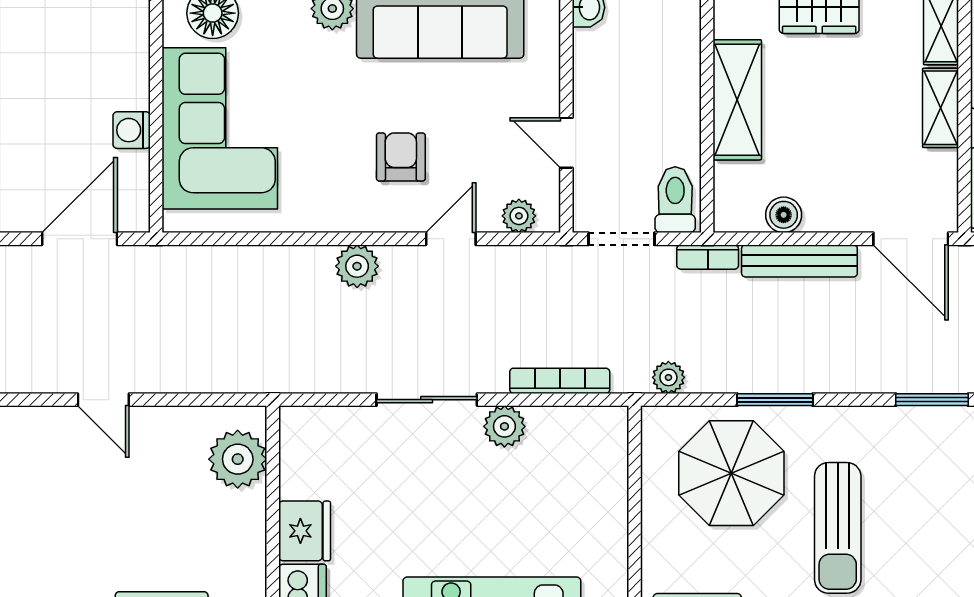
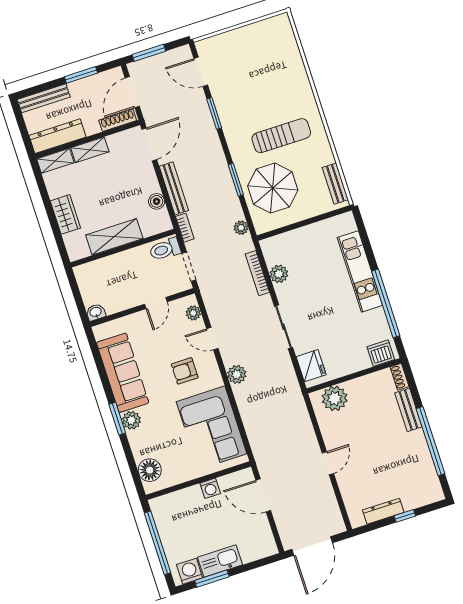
corner sofa: (220, 128) -> (212, 428), moved, turned -90
plant: (504, 426) -> (279, 274), moved
fridge: (305, 531) -> (311, 366), moved, turned 90

